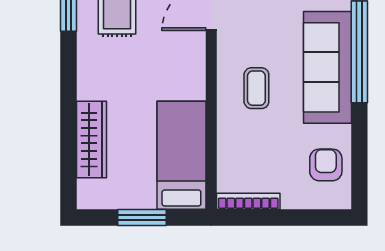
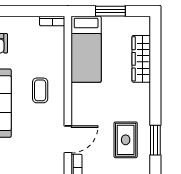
bookcase: (248, 201) -> (52, 21), width x0.64

